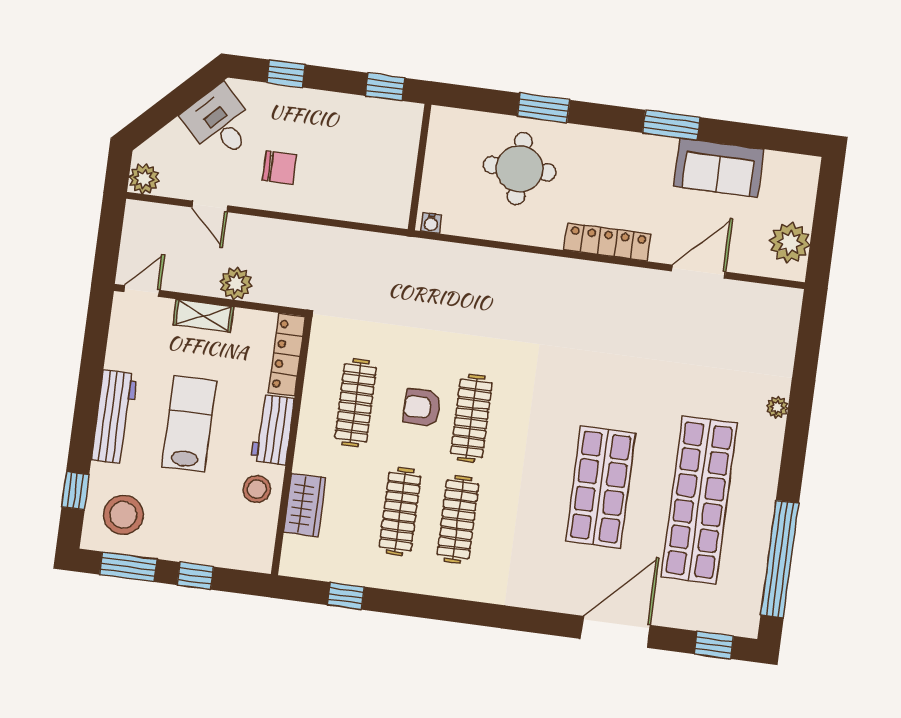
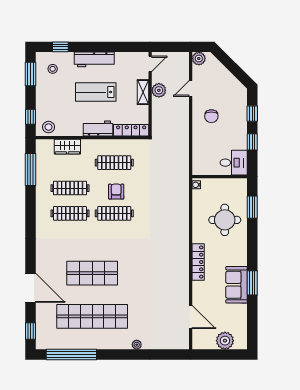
window: (385, 87) -> (252, 142), moved
window: (544, 108) -> (252, 207), moved
desk: (220, 123) -> (234, 163), moved, turned 45
sofa: (719, 168) -> (237, 285), moved
plant: (790, 243) -> (225, 341), moved
door: (699, 272) -> (191, 317), moved
plant: (236, 284) -> (159, 90), moved
door: (142, 291) -> (150, 64), hinge flipped
lab bench: (189, 424) -> (96, 92), turned 180
stool: (257, 489) -> (49, 127), moved
stool: (123, 515) -> (53, 69), width x0.53, depth x0.53
window: (195, 576) -> (30, 117), moved
window: (346, 596) -> (30, 170), width x2.17

